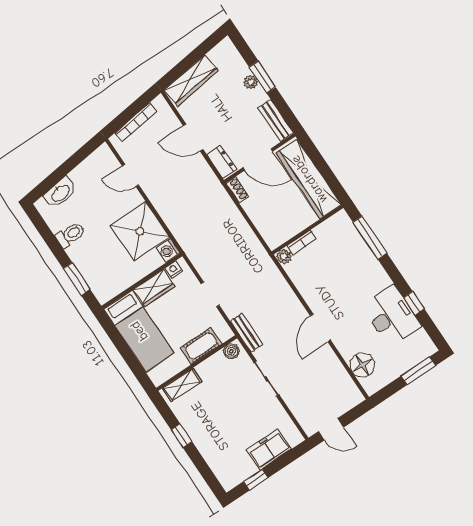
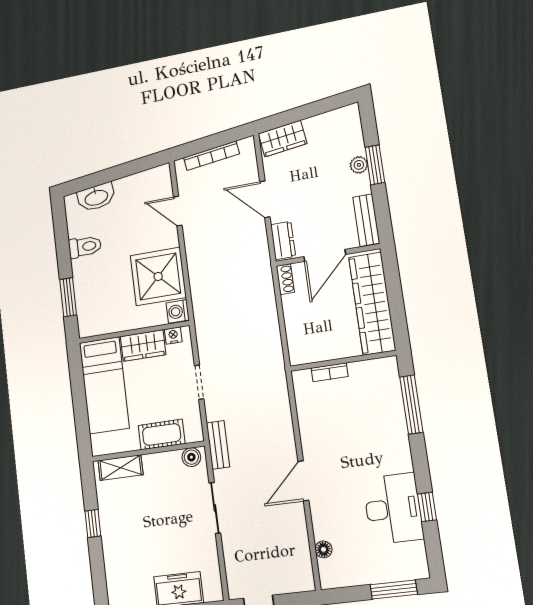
wardrobe: (191, 80) -> (283, 139), width x0.67
door: (258, 160) -> (325, 256), hinge flipped
plant: (284, 257) -> (301, 379), removed
floor lamp: (362, 365) -> (323, 549), width x0.53, depth x0.53

